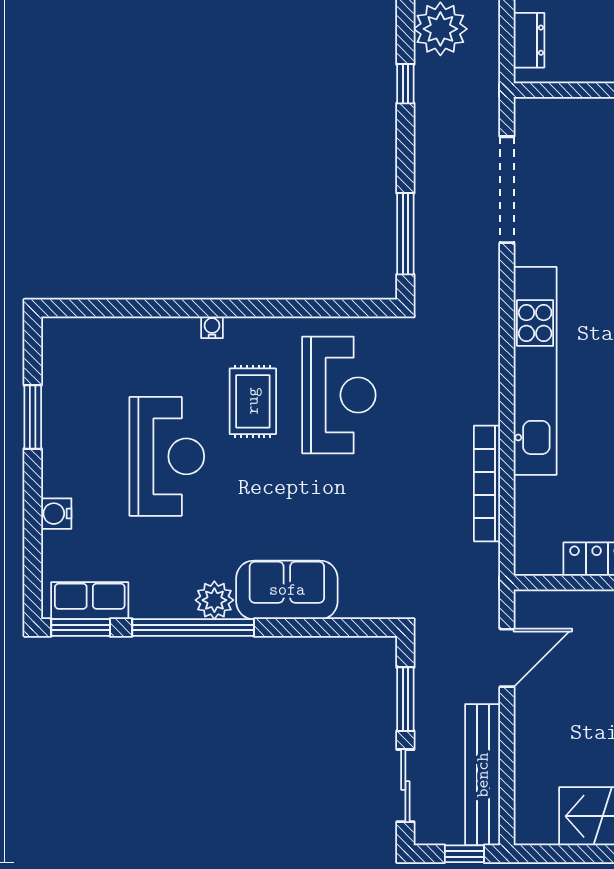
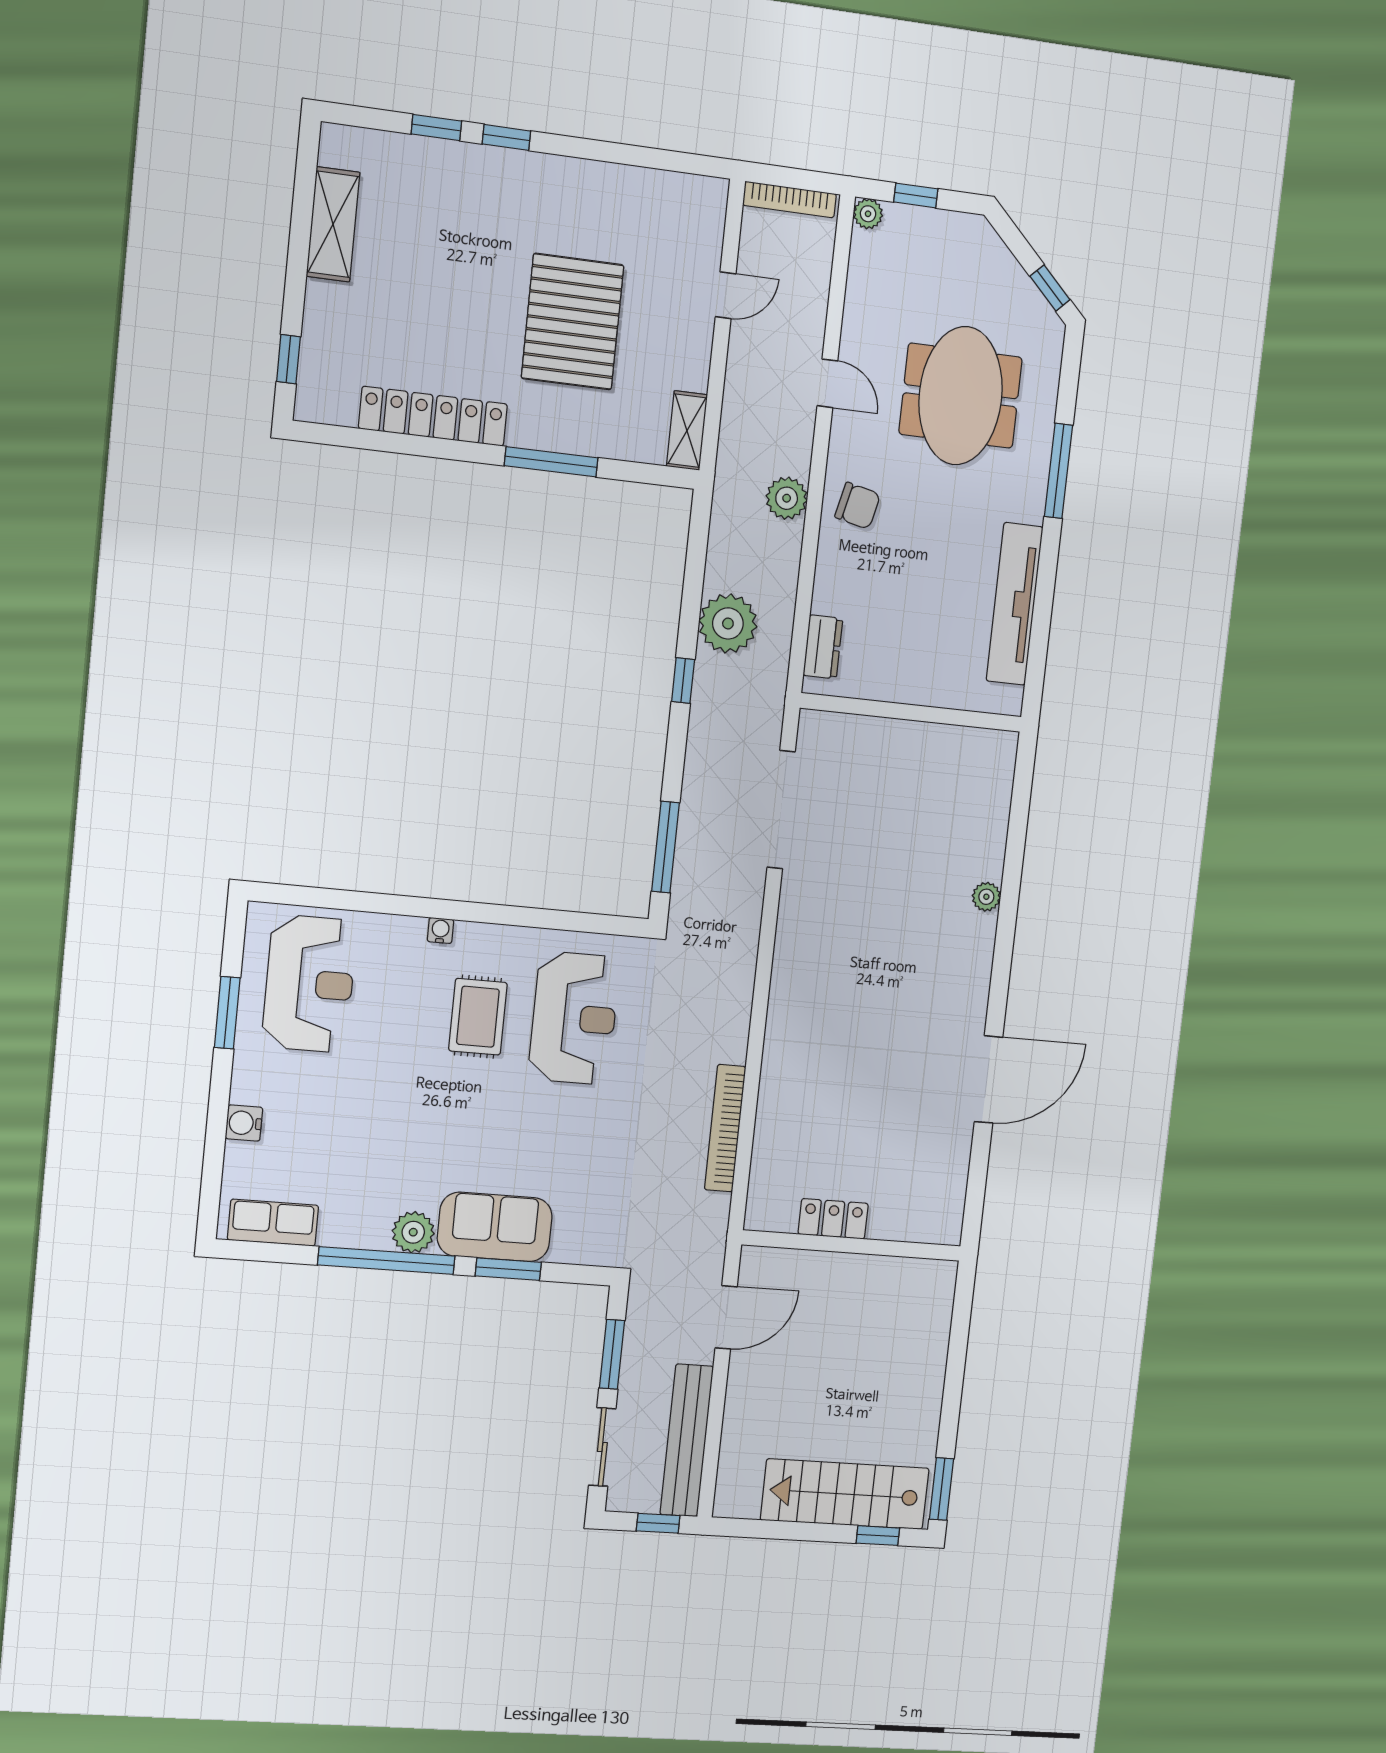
kitchen unit: (535, 371) -> (790, 1010), removed
reception desk: (167, 456) -> (309, 984), moved
window: (81, 628) -> (508, 1269), moved

